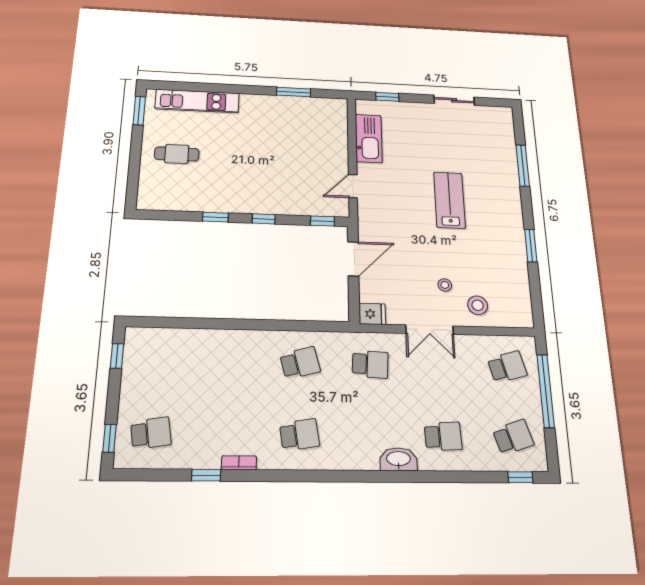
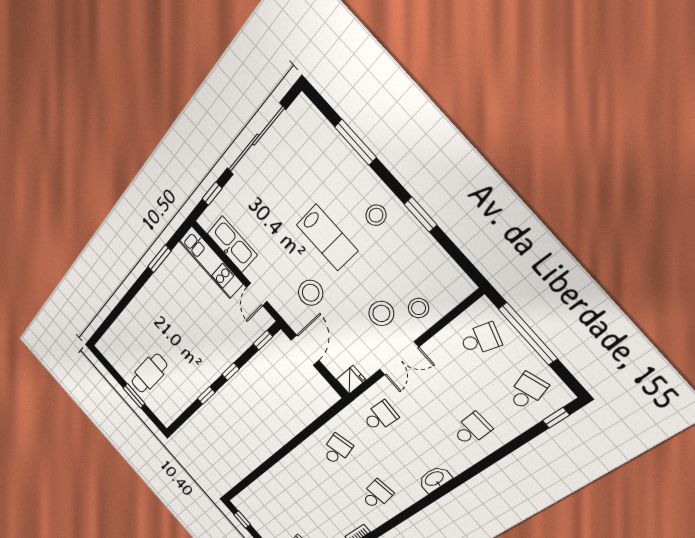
sliding door: (454, 100) -> (256, 140), width x1.86
kitchen unit: (197, 101) -> (211, 263), moved, turned 90
window: (139, 111) -> (134, 396), moved
cafe table: (177, 154) -> (149, 373), width x1.37, depth x1.35
lab bench: (449, 200) -> (327, 238), turned 180
stool: (499, 218) -> (376, 215), added
stool: (400, 223) -> (311, 293), added
stool: (445, 285) -> (381, 313), width x1.89, depth x1.89
school desk: (507, 367) -> (481, 339), turned 33
washbasin: (398, 459) -> (435, 479), moved

